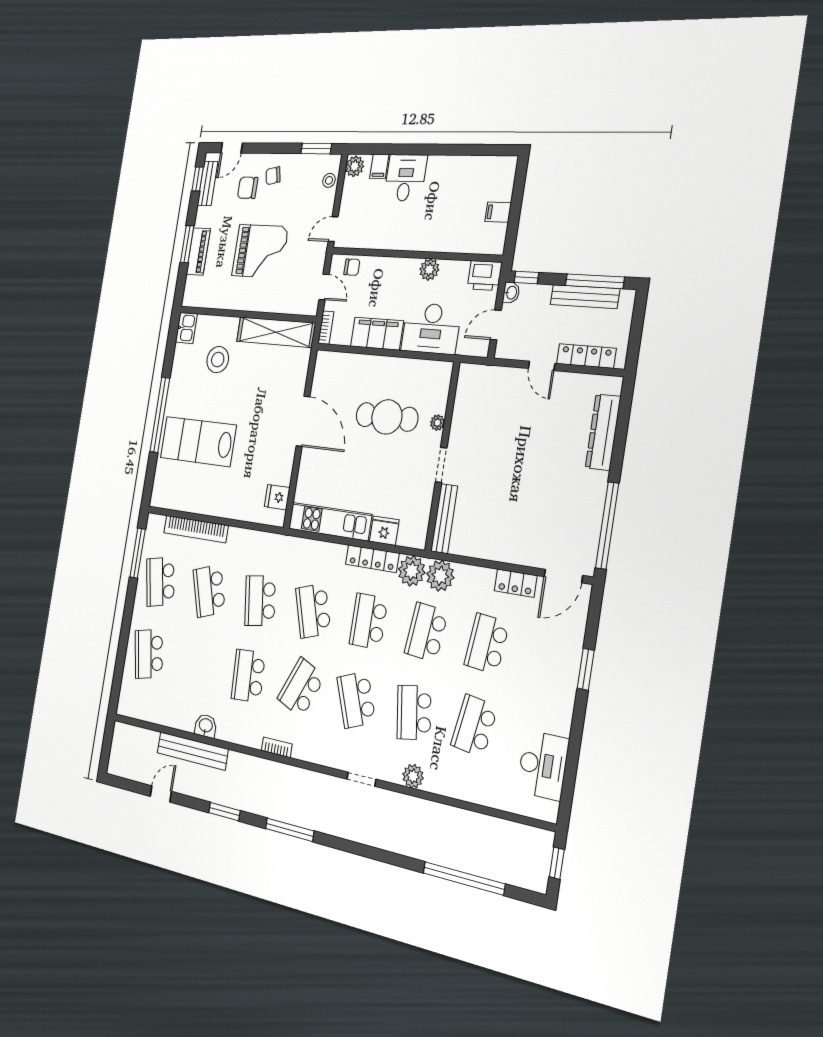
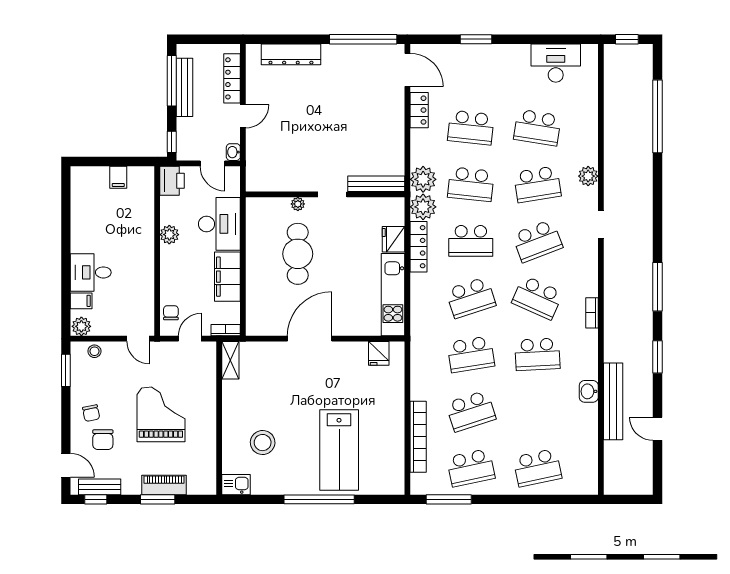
washbasin: (511, 293) -> (233, 152), moved, turned -90
shelving: (276, 332) -> (230, 360), width x0.45, depth x0.75

